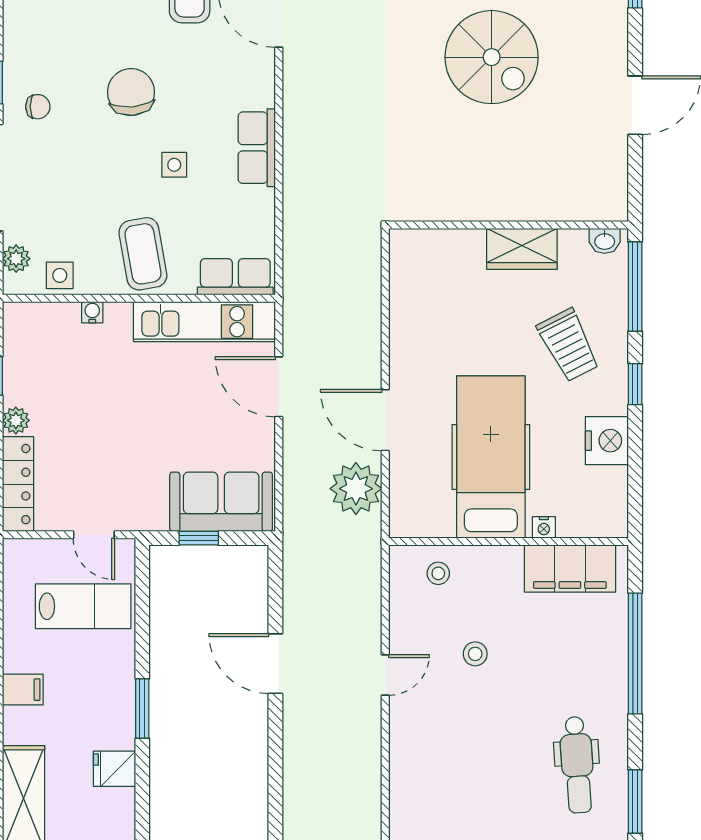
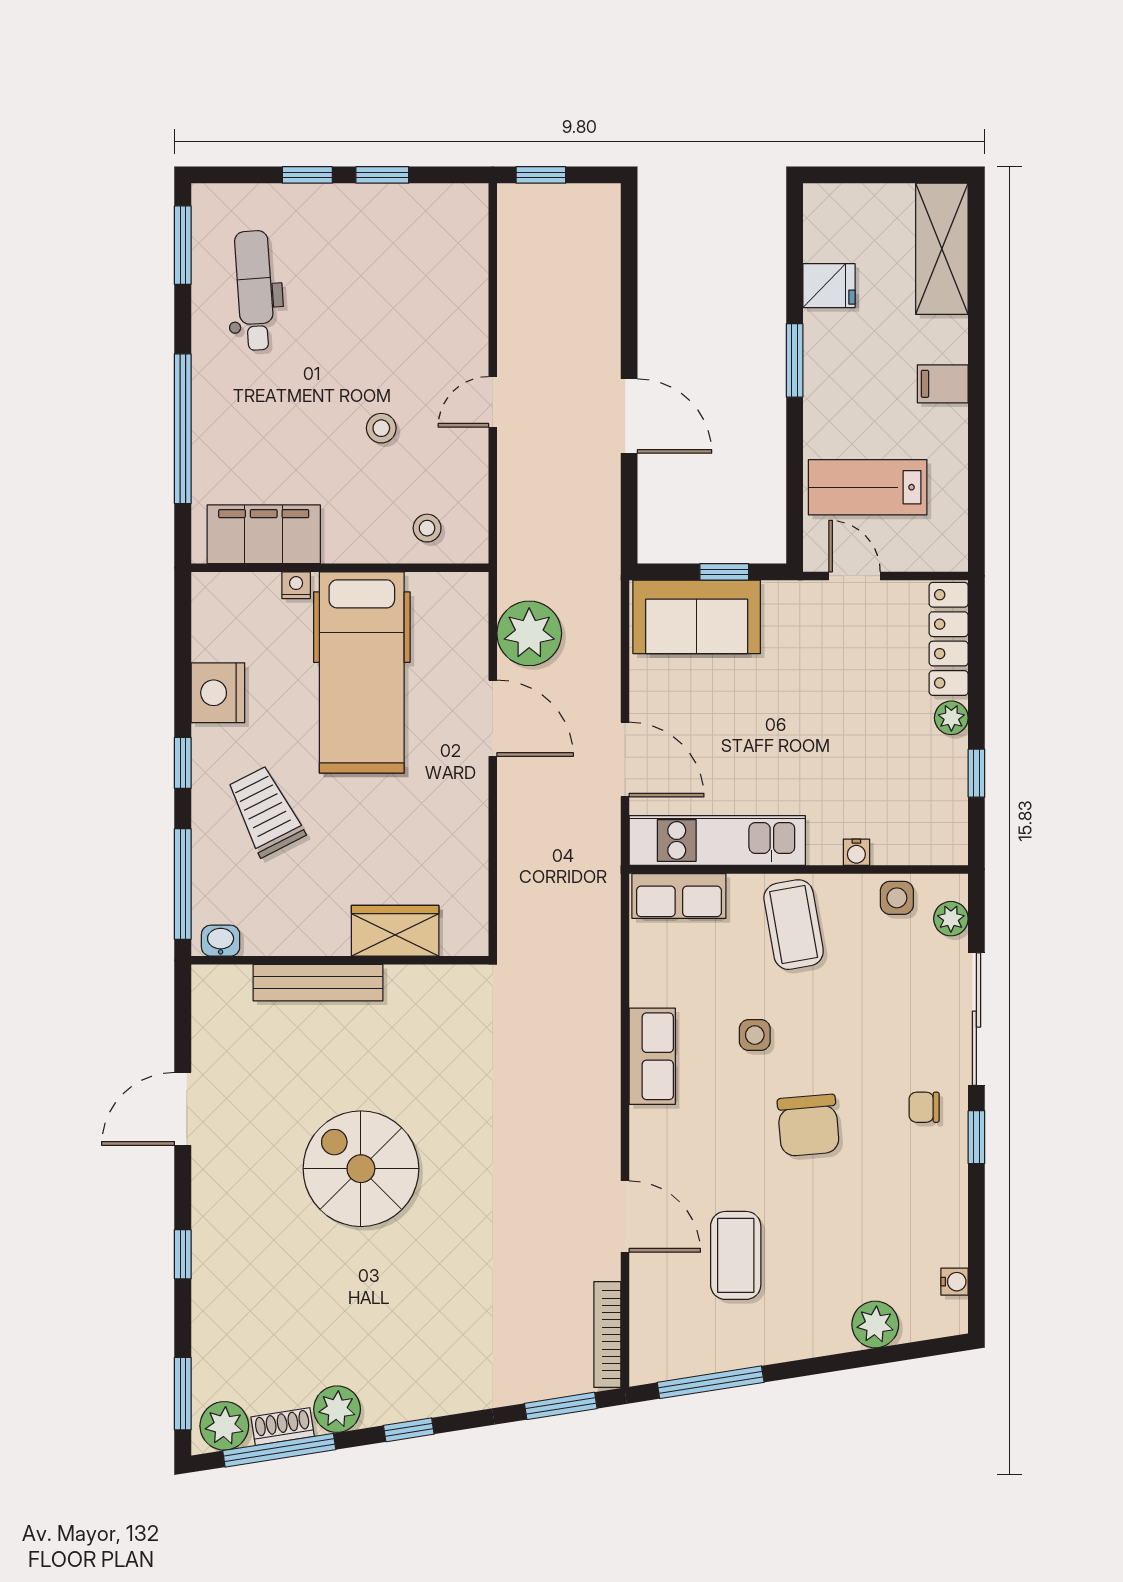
bench: (526, 207) -> (318, 983), added
wardrobe: (522, 249) -> (395, 931), moved

